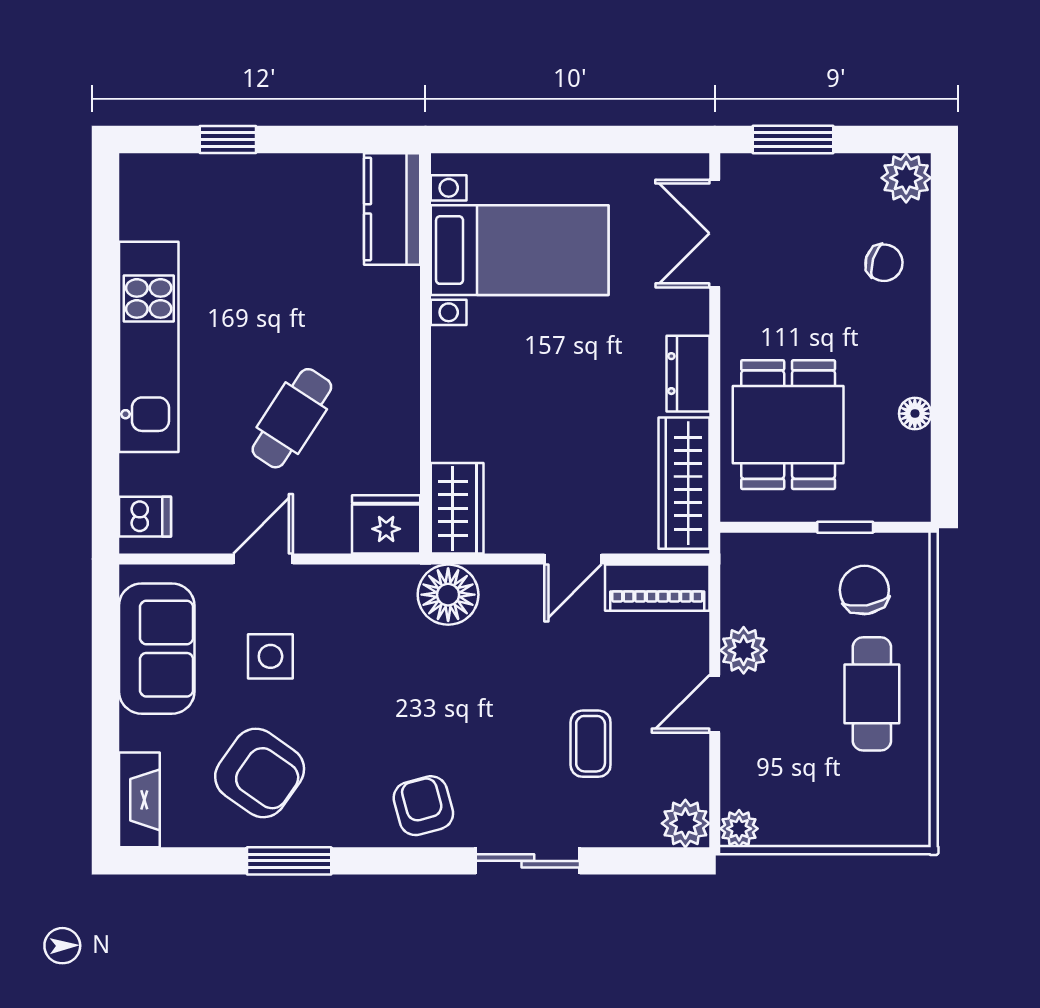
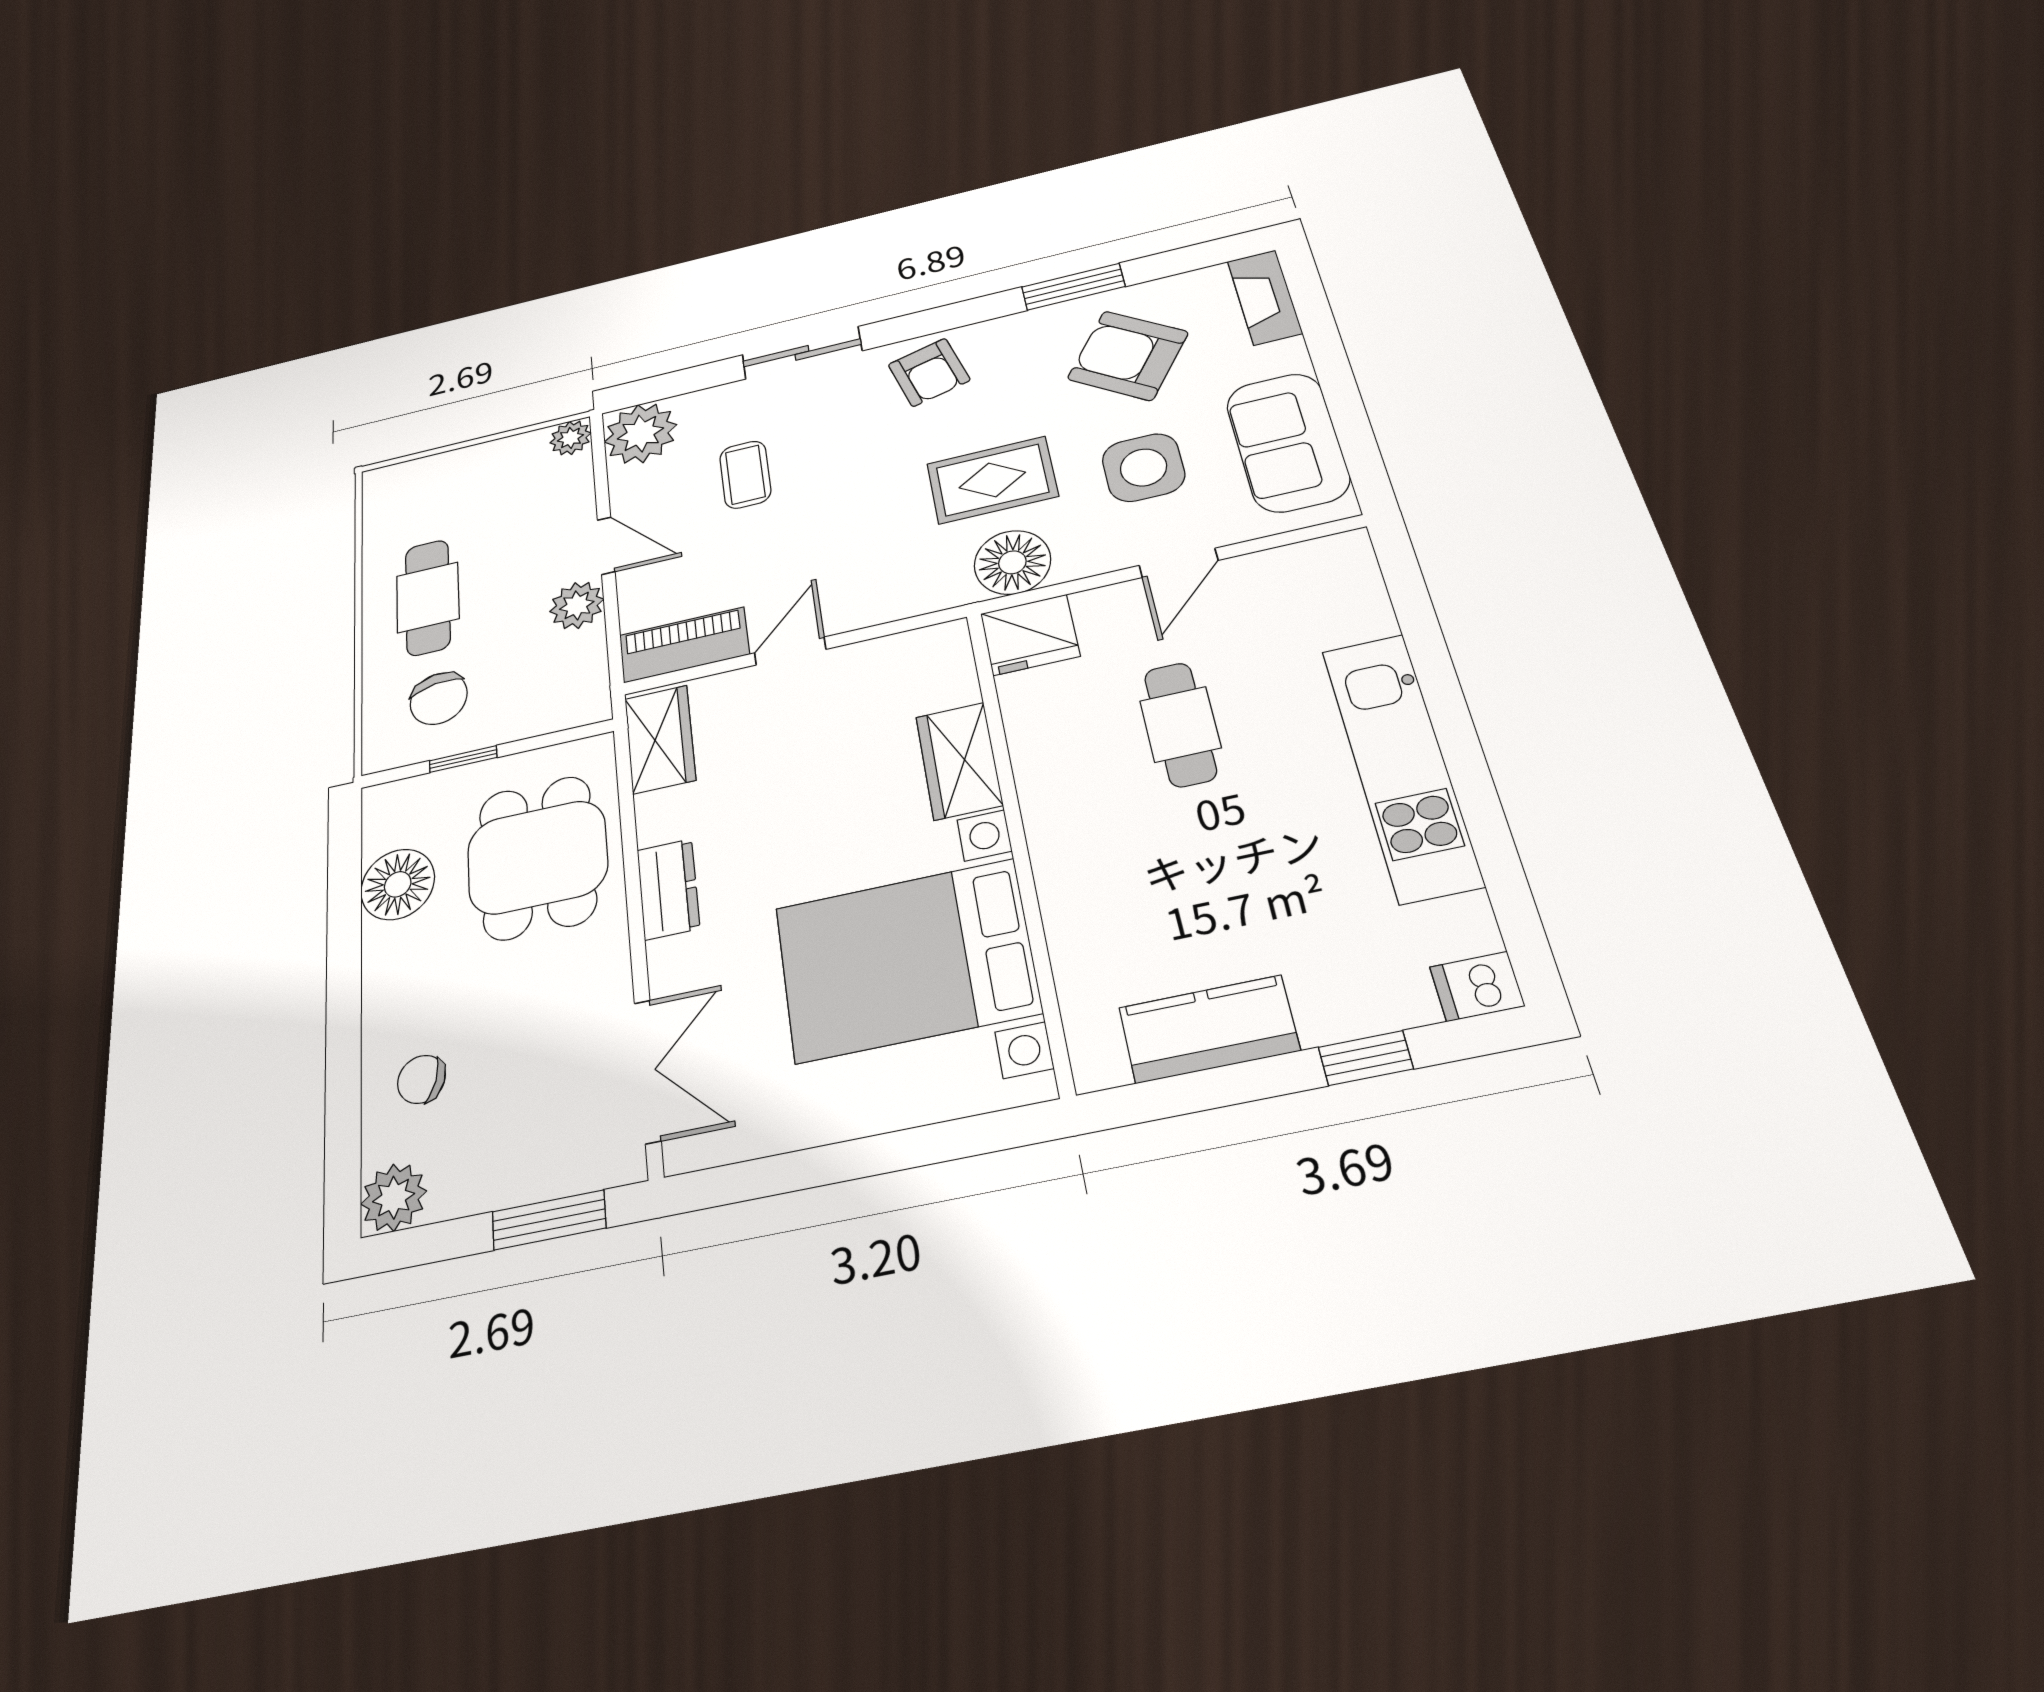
kitchen counter: (392, 209) -> (1209, 1029), moved, turned -90
bed with nightstands: (520, 250) -> (906, 960), width x1.36
floor lamp: (915, 414) -> (398, 884), width x1.89, depth x1.89
cafe table: (292, 418) -> (1180, 724), turned -33
wardrobe: (684, 483) -> (660, 739), width x0.67
wardrobe: (457, 508) -> (959, 761), moved
dishwasher: (145, 517) -> (1477, 986), moved
floor lamp: (448, 595) -> (1012, 562), moved
side table: (270, 656) -> (1143, 467), width x1.37, depth x1.37
rug: (390, 679) -> (992, 480), added
door: (715, 704) -> (606, 546), hinge flipped
plant: (685, 823) -> (640, 433), width x1.36, depth x1.36

